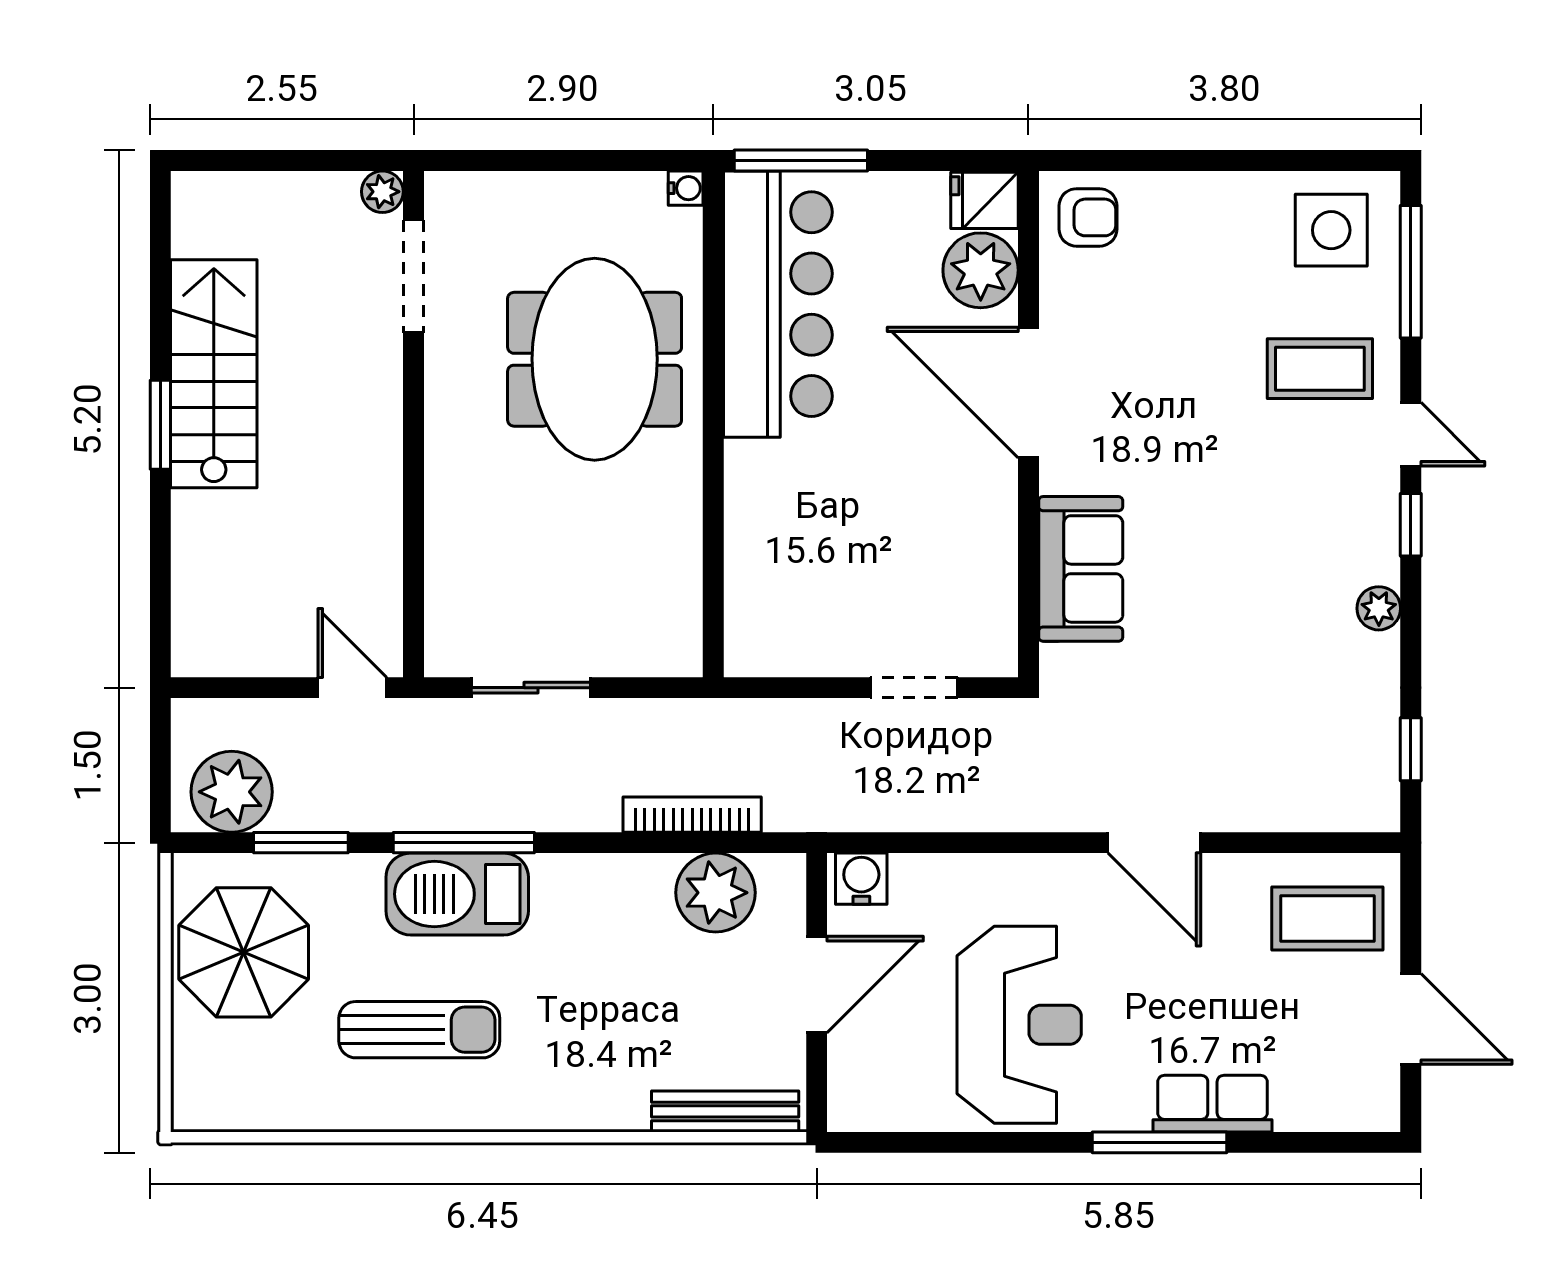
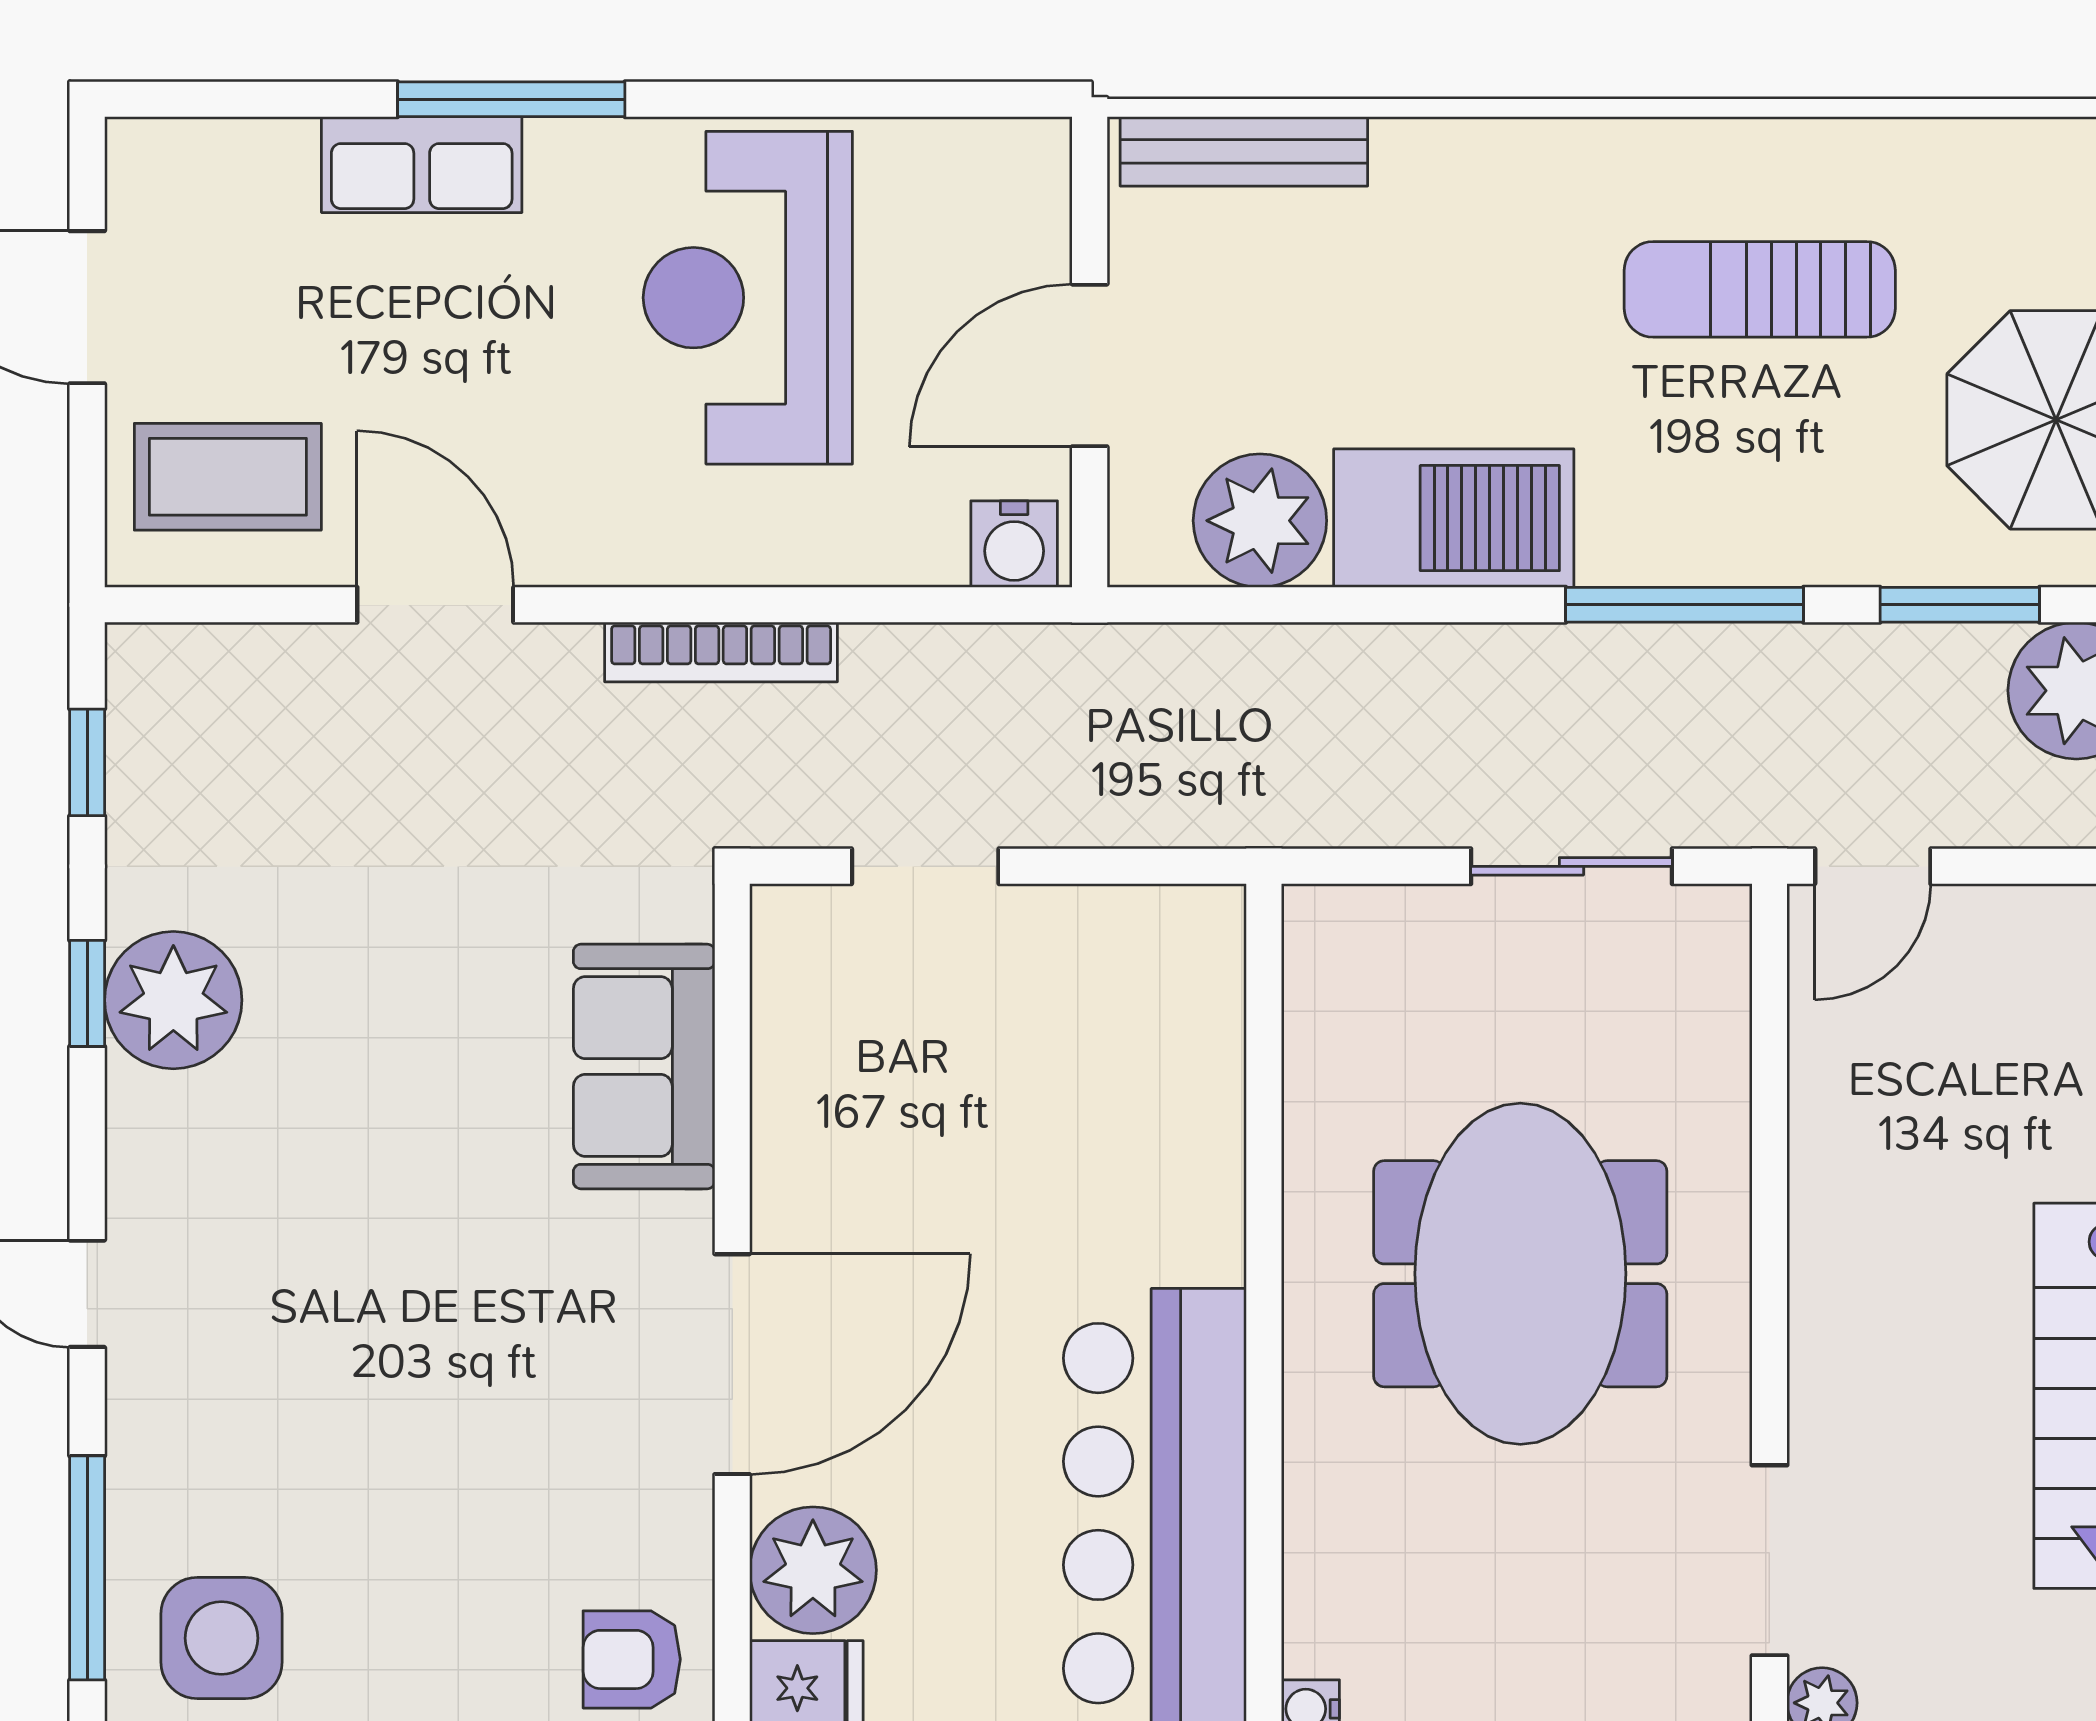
meeting table: (595, 359) -> (1520, 1274), moved
coffee table: (1320, 369) -> (241, 1404), removed
door: (1028, 392) -> (732, 1364), hinge flipped
window: (1411, 525) -> (87, 993), moved
plant: (1379, 608) -> (173, 1000), width x1.87, depth x1.87
door: (352, 688) -> (1873, 866), hinge flipped
bookcase: (692, 815) -> (721, 652), moved
door: (1154, 843) -> (435, 605), moved
barbecue: (457, 894) -> (1454, 518), moved

